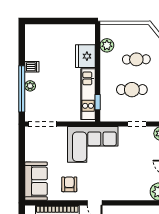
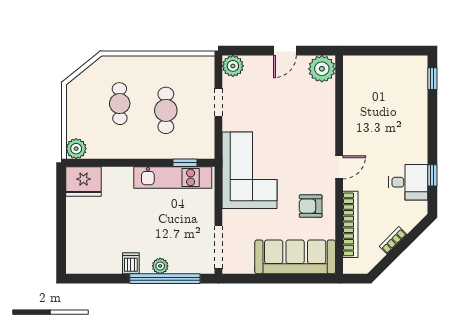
plant: (107, 45) -> (76, 149), moved
fridge: (85, 56) -> (83, 181), moved
sofa: (36, 181) -> (295, 257), width x1.36

